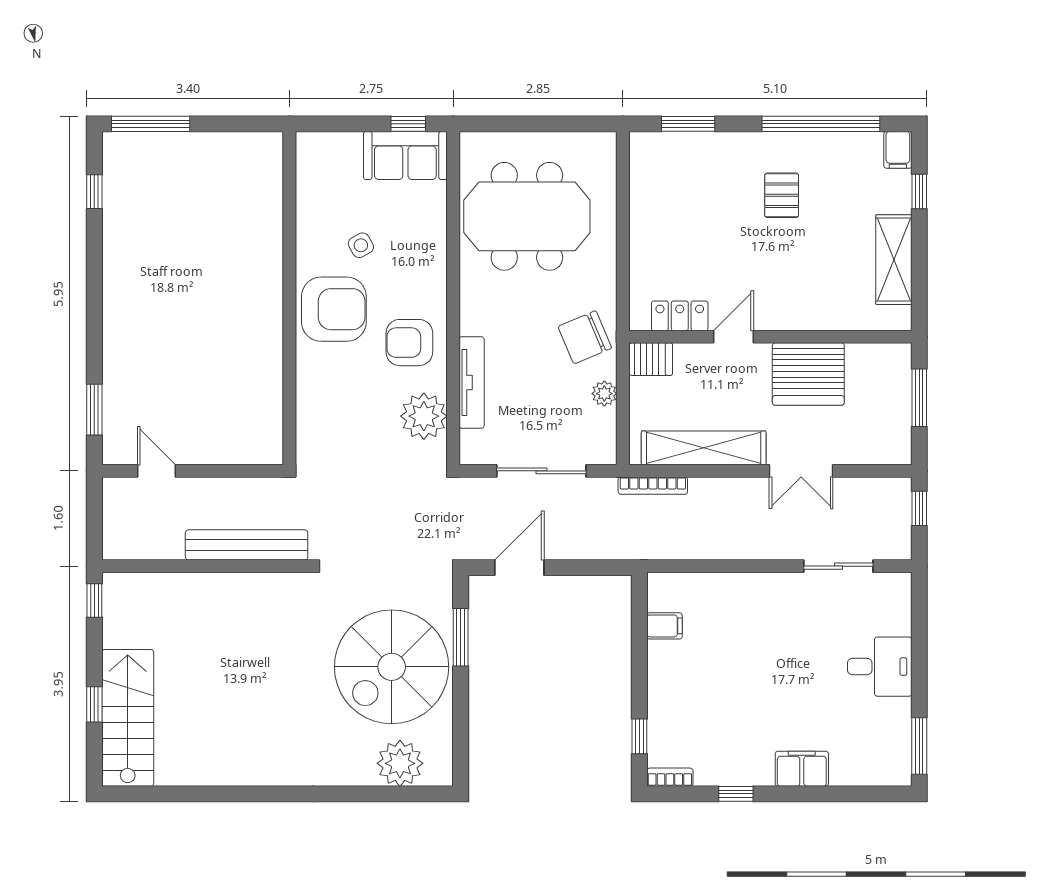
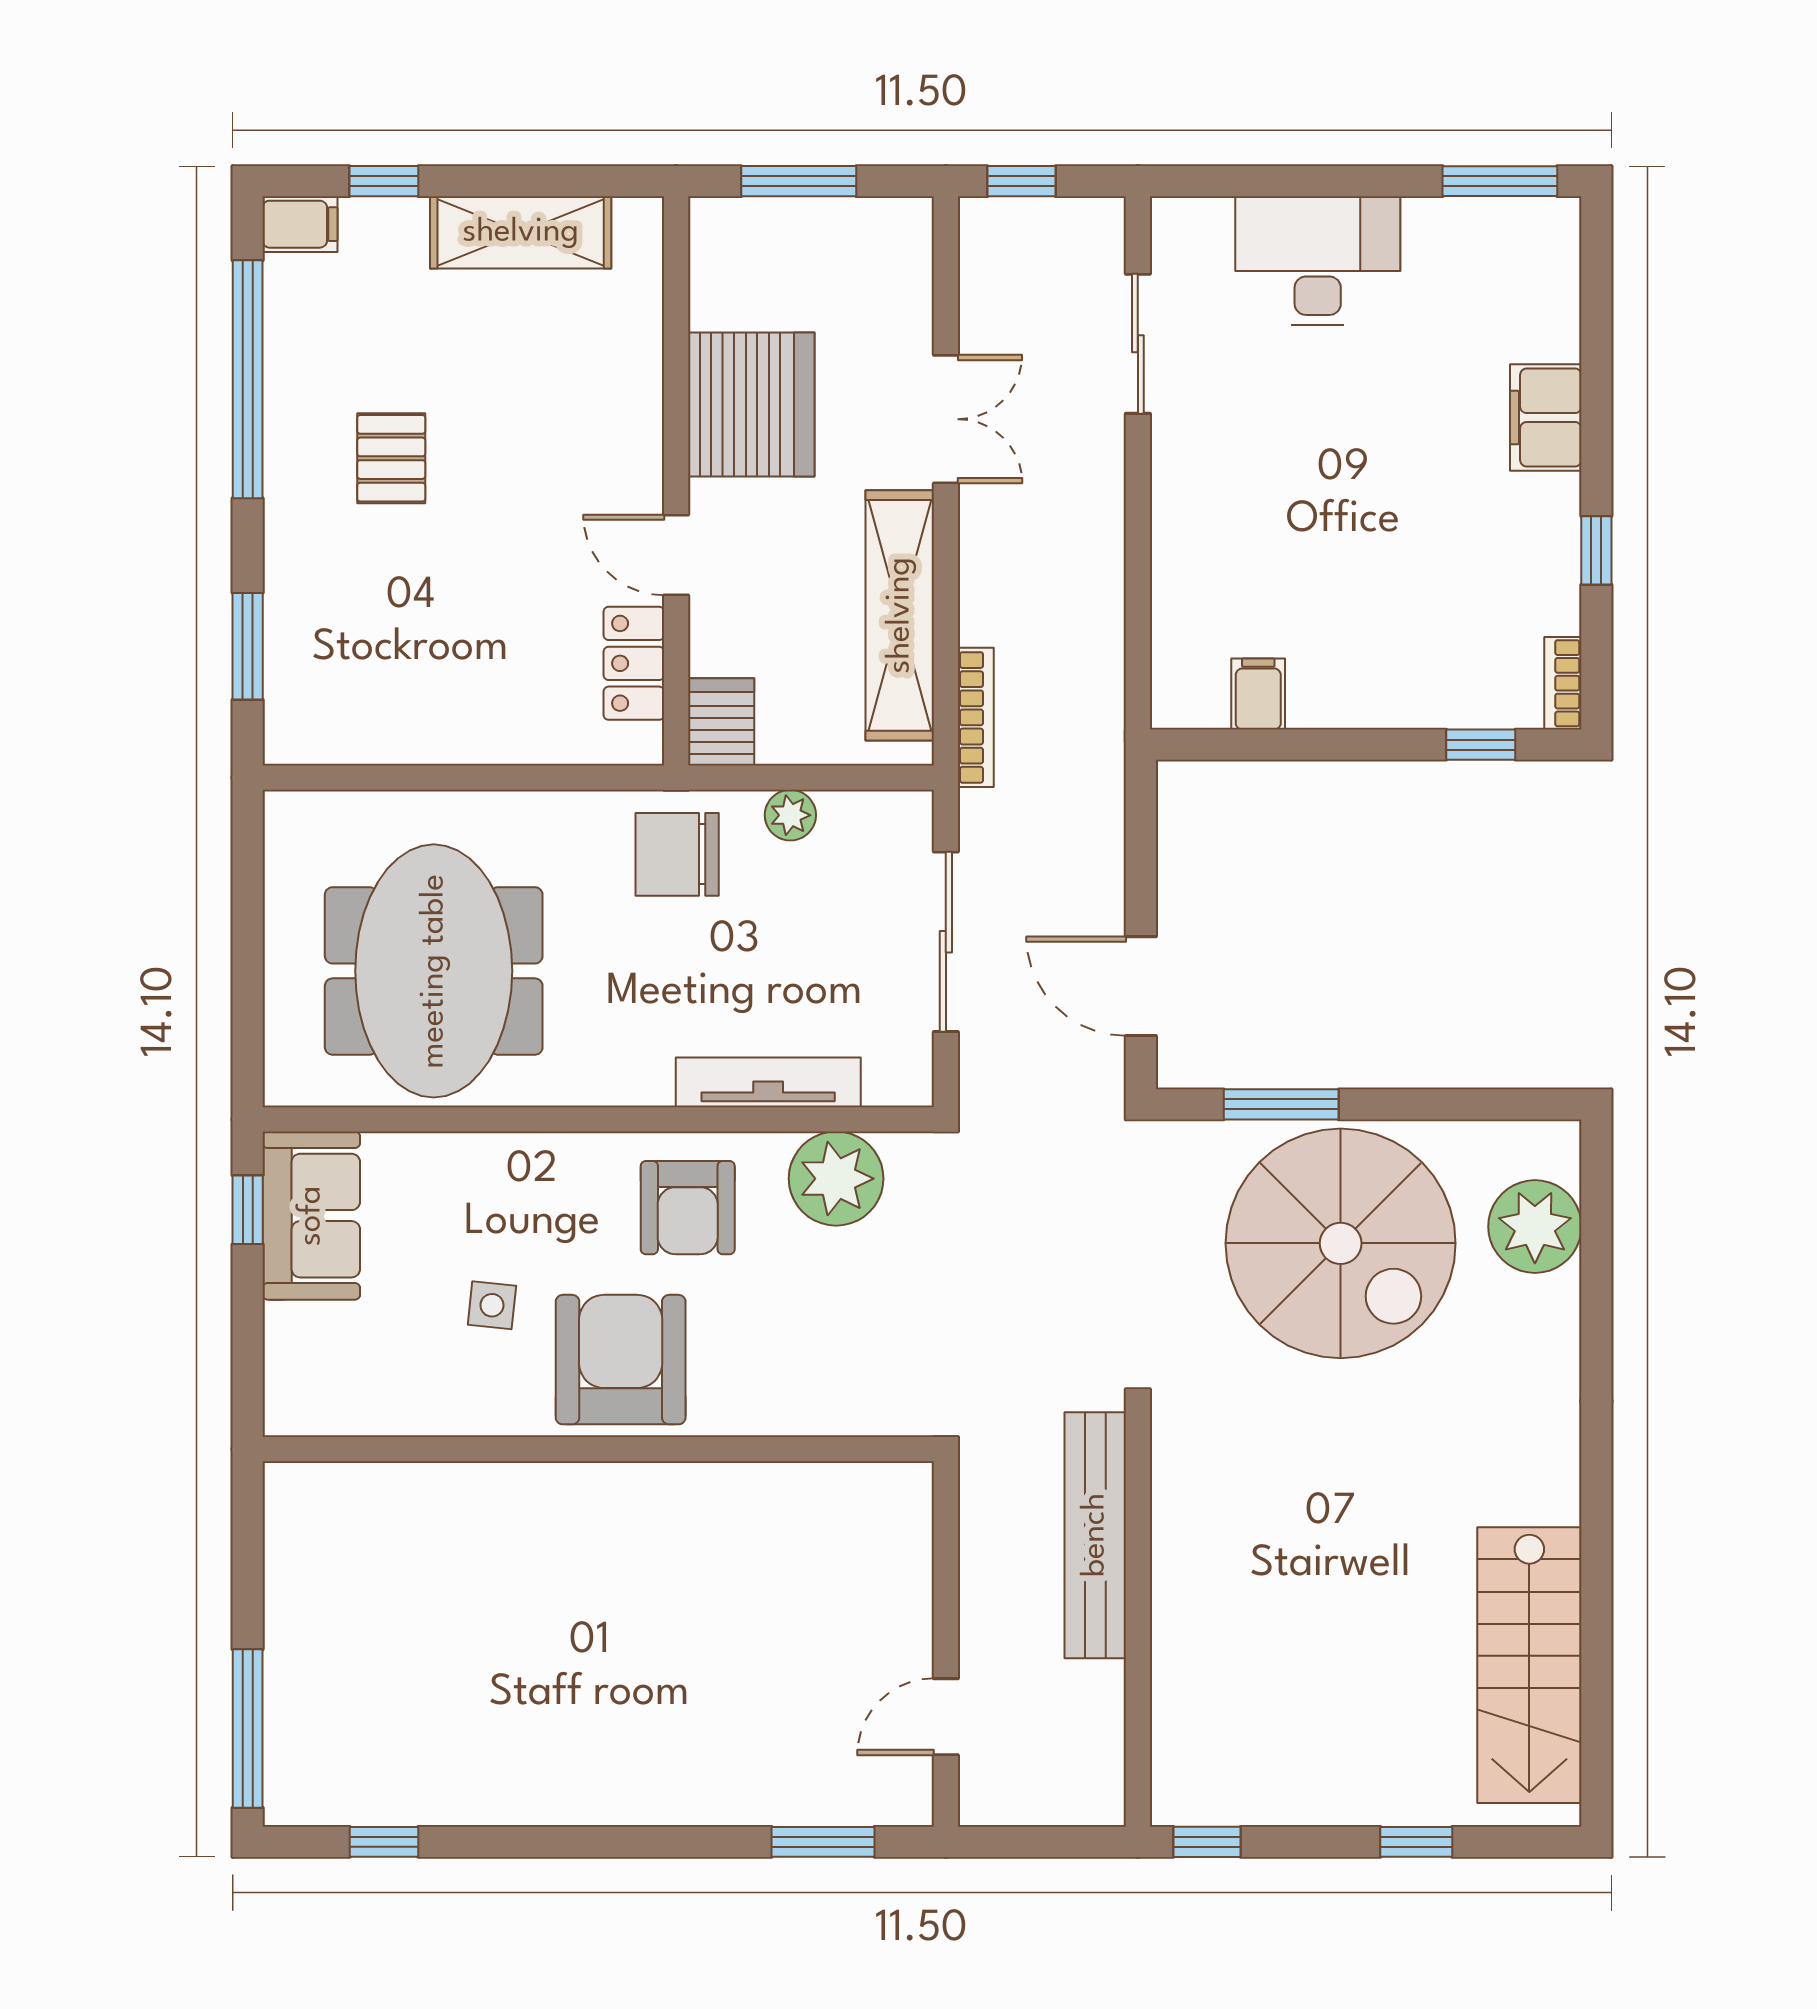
pallet: (782, 195) -> (391, 458), turned 90
side table: (361, 245) -> (492, 1305), turned 35
chair: (585, 337) -> (677, 854), turned 113
desk: (880, 667) -> (1318, 261), width x1.37
stairs: (128, 718) -> (1529, 1665), moved, turned -90

